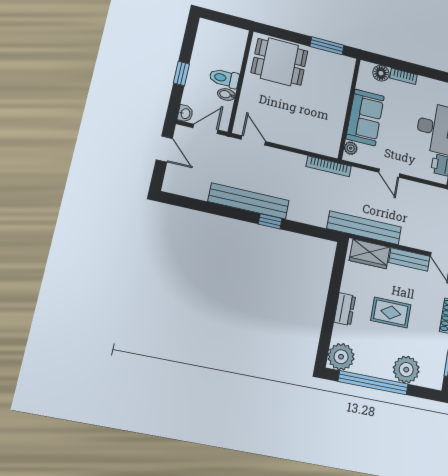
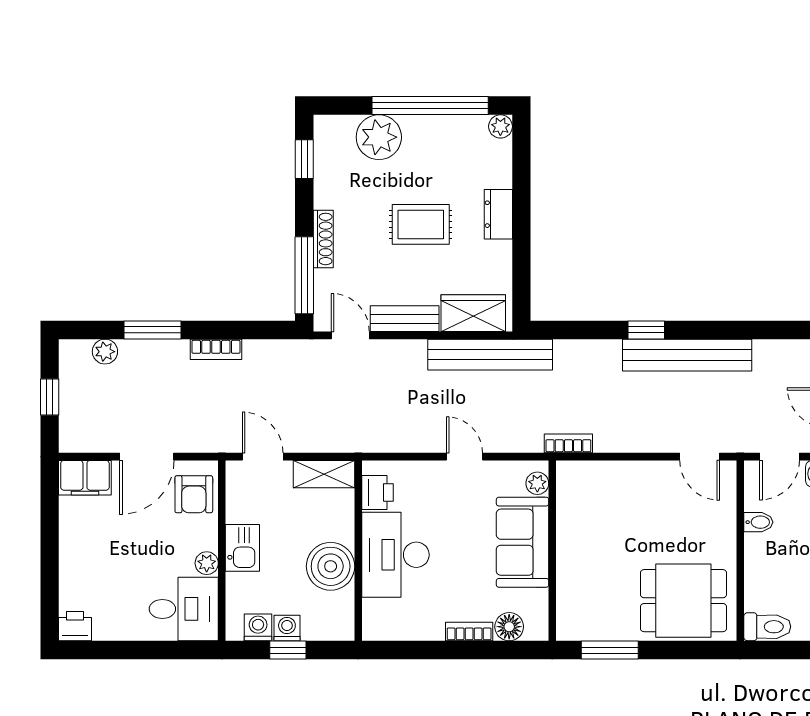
toilet: (224, 78) -> (767, 627), moved
bookcase: (329, 166) -> (568, 443), width x0.64
plant: (341, 357) -> (500, 126), width x0.53, depth x0.53

